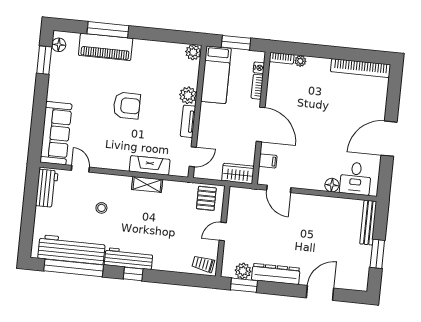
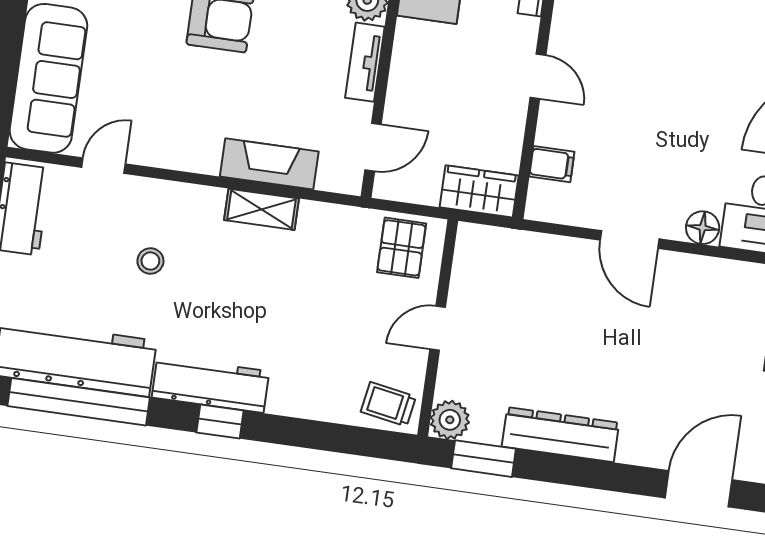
door: (261, 124) -> (538, 76), width x0.53
door: (80, 169) -> (104, 166), hinge flipped
door: (279, 189) -> (630, 240), moved
plant: (243, 271) -> (450, 420), moved
door: (320, 293) -> (699, 489), moved

